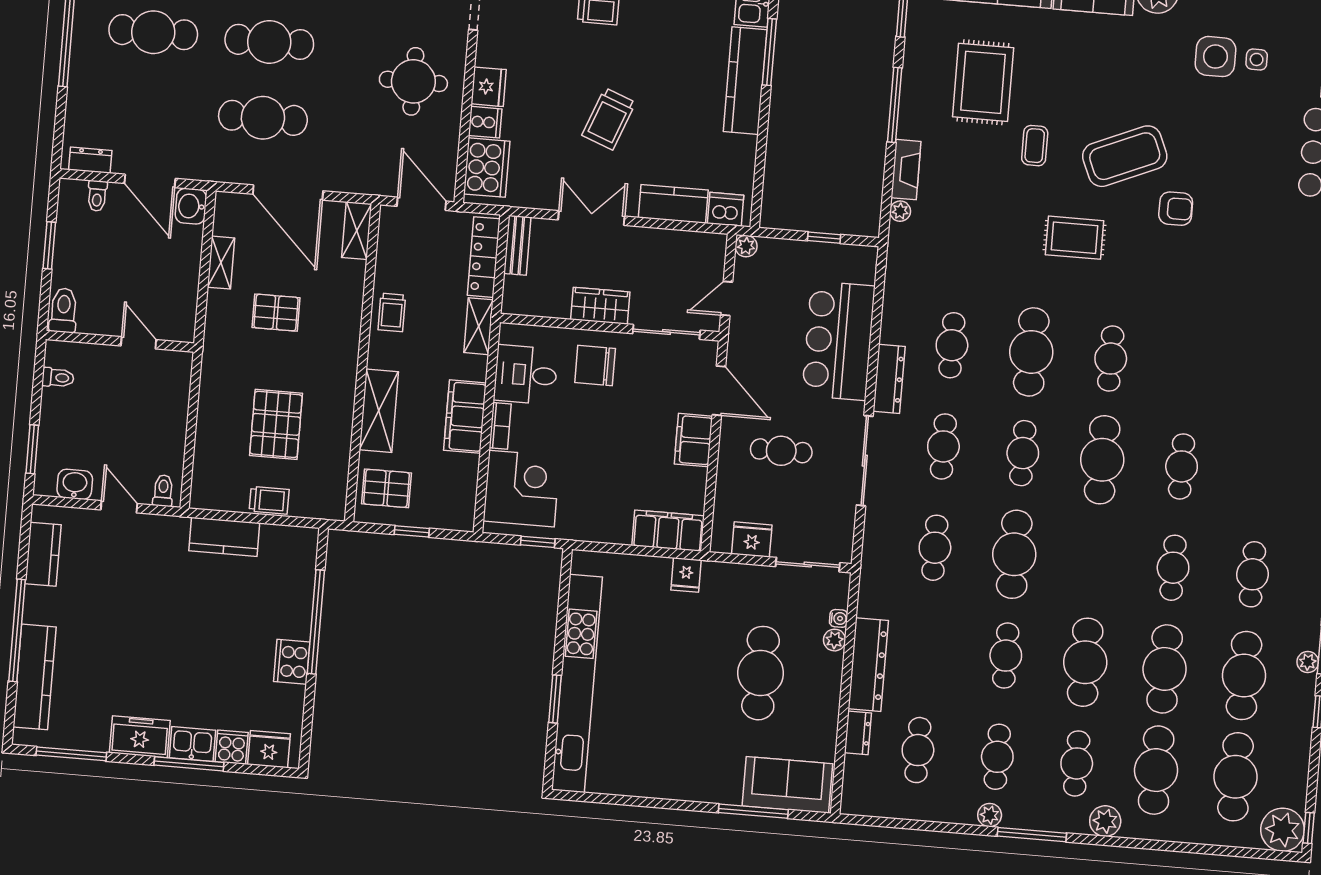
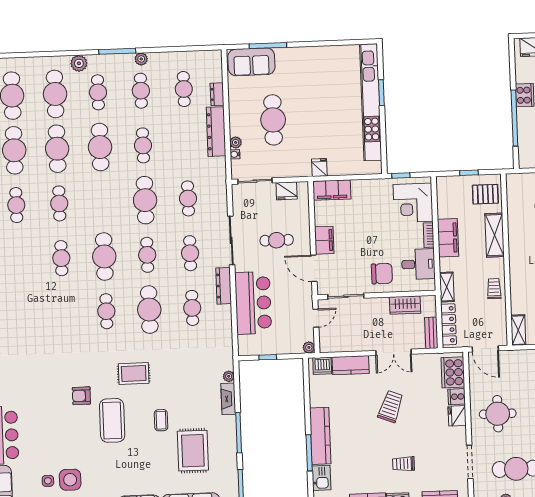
coffee table: (1125, 156) -> (112, 420), turned -67
wardrobe: (600, 306) -> (405, 305), moved

